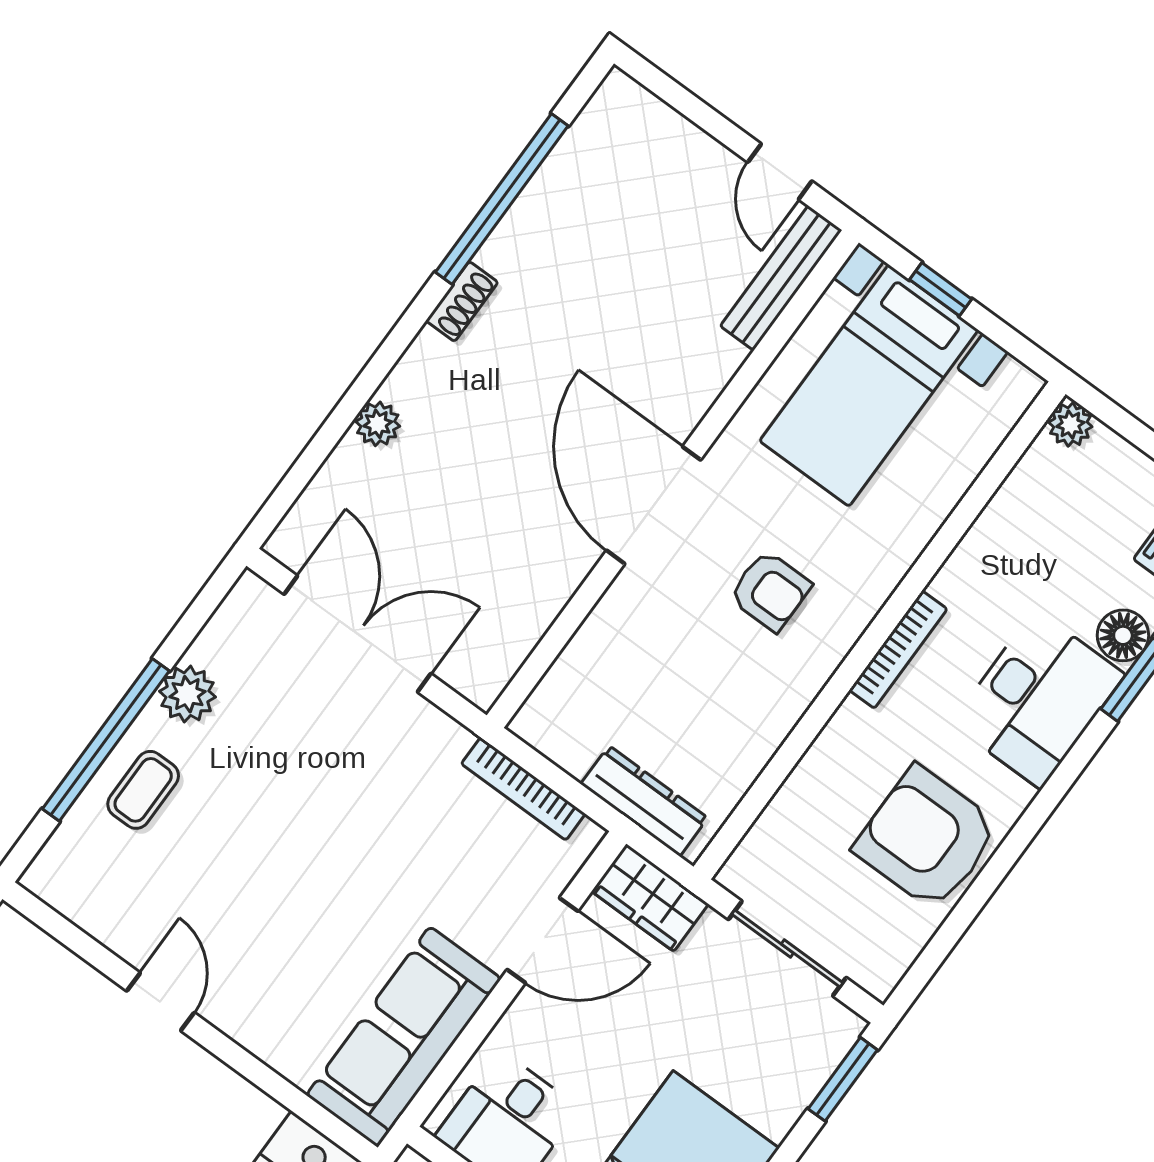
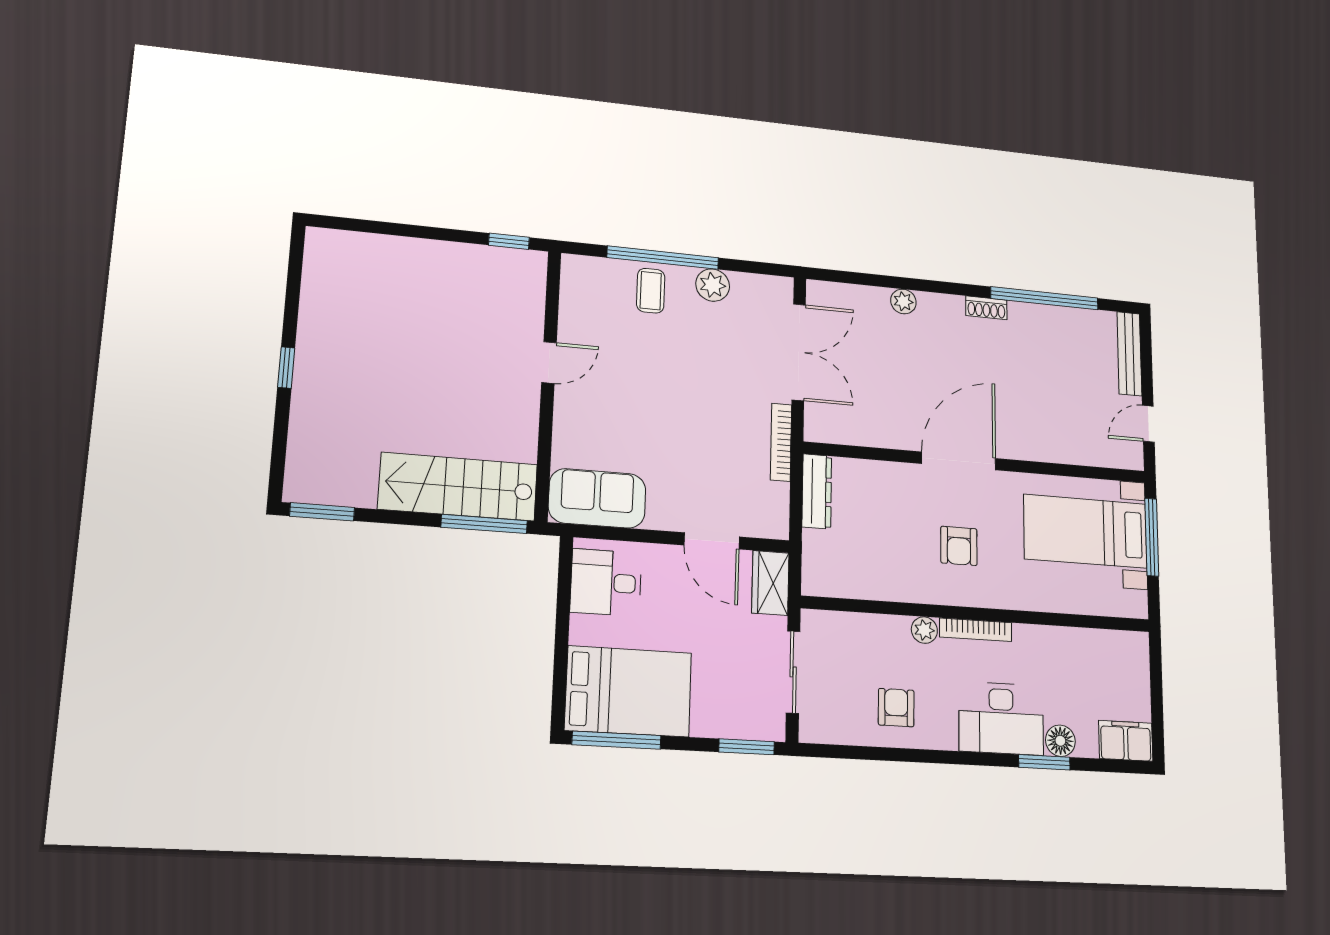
bench: (781, 278) -> (1129, 354), moved, turned 90
window: (941, 289) -> (1152, 537), width x2.17
plant: (1070, 424) -> (924, 630), moved
bookcase: (523, 789) -> (781, 442), moved
coffee table: (143, 790) -> (651, 291), turned 90
dresser: (644, 801) -> (817, 491), moved
armchair: (927, 838) -> (896, 708), width x0.53, depth x0.53
sofa: (404, 1037) -> (597, 498), width x0.73

